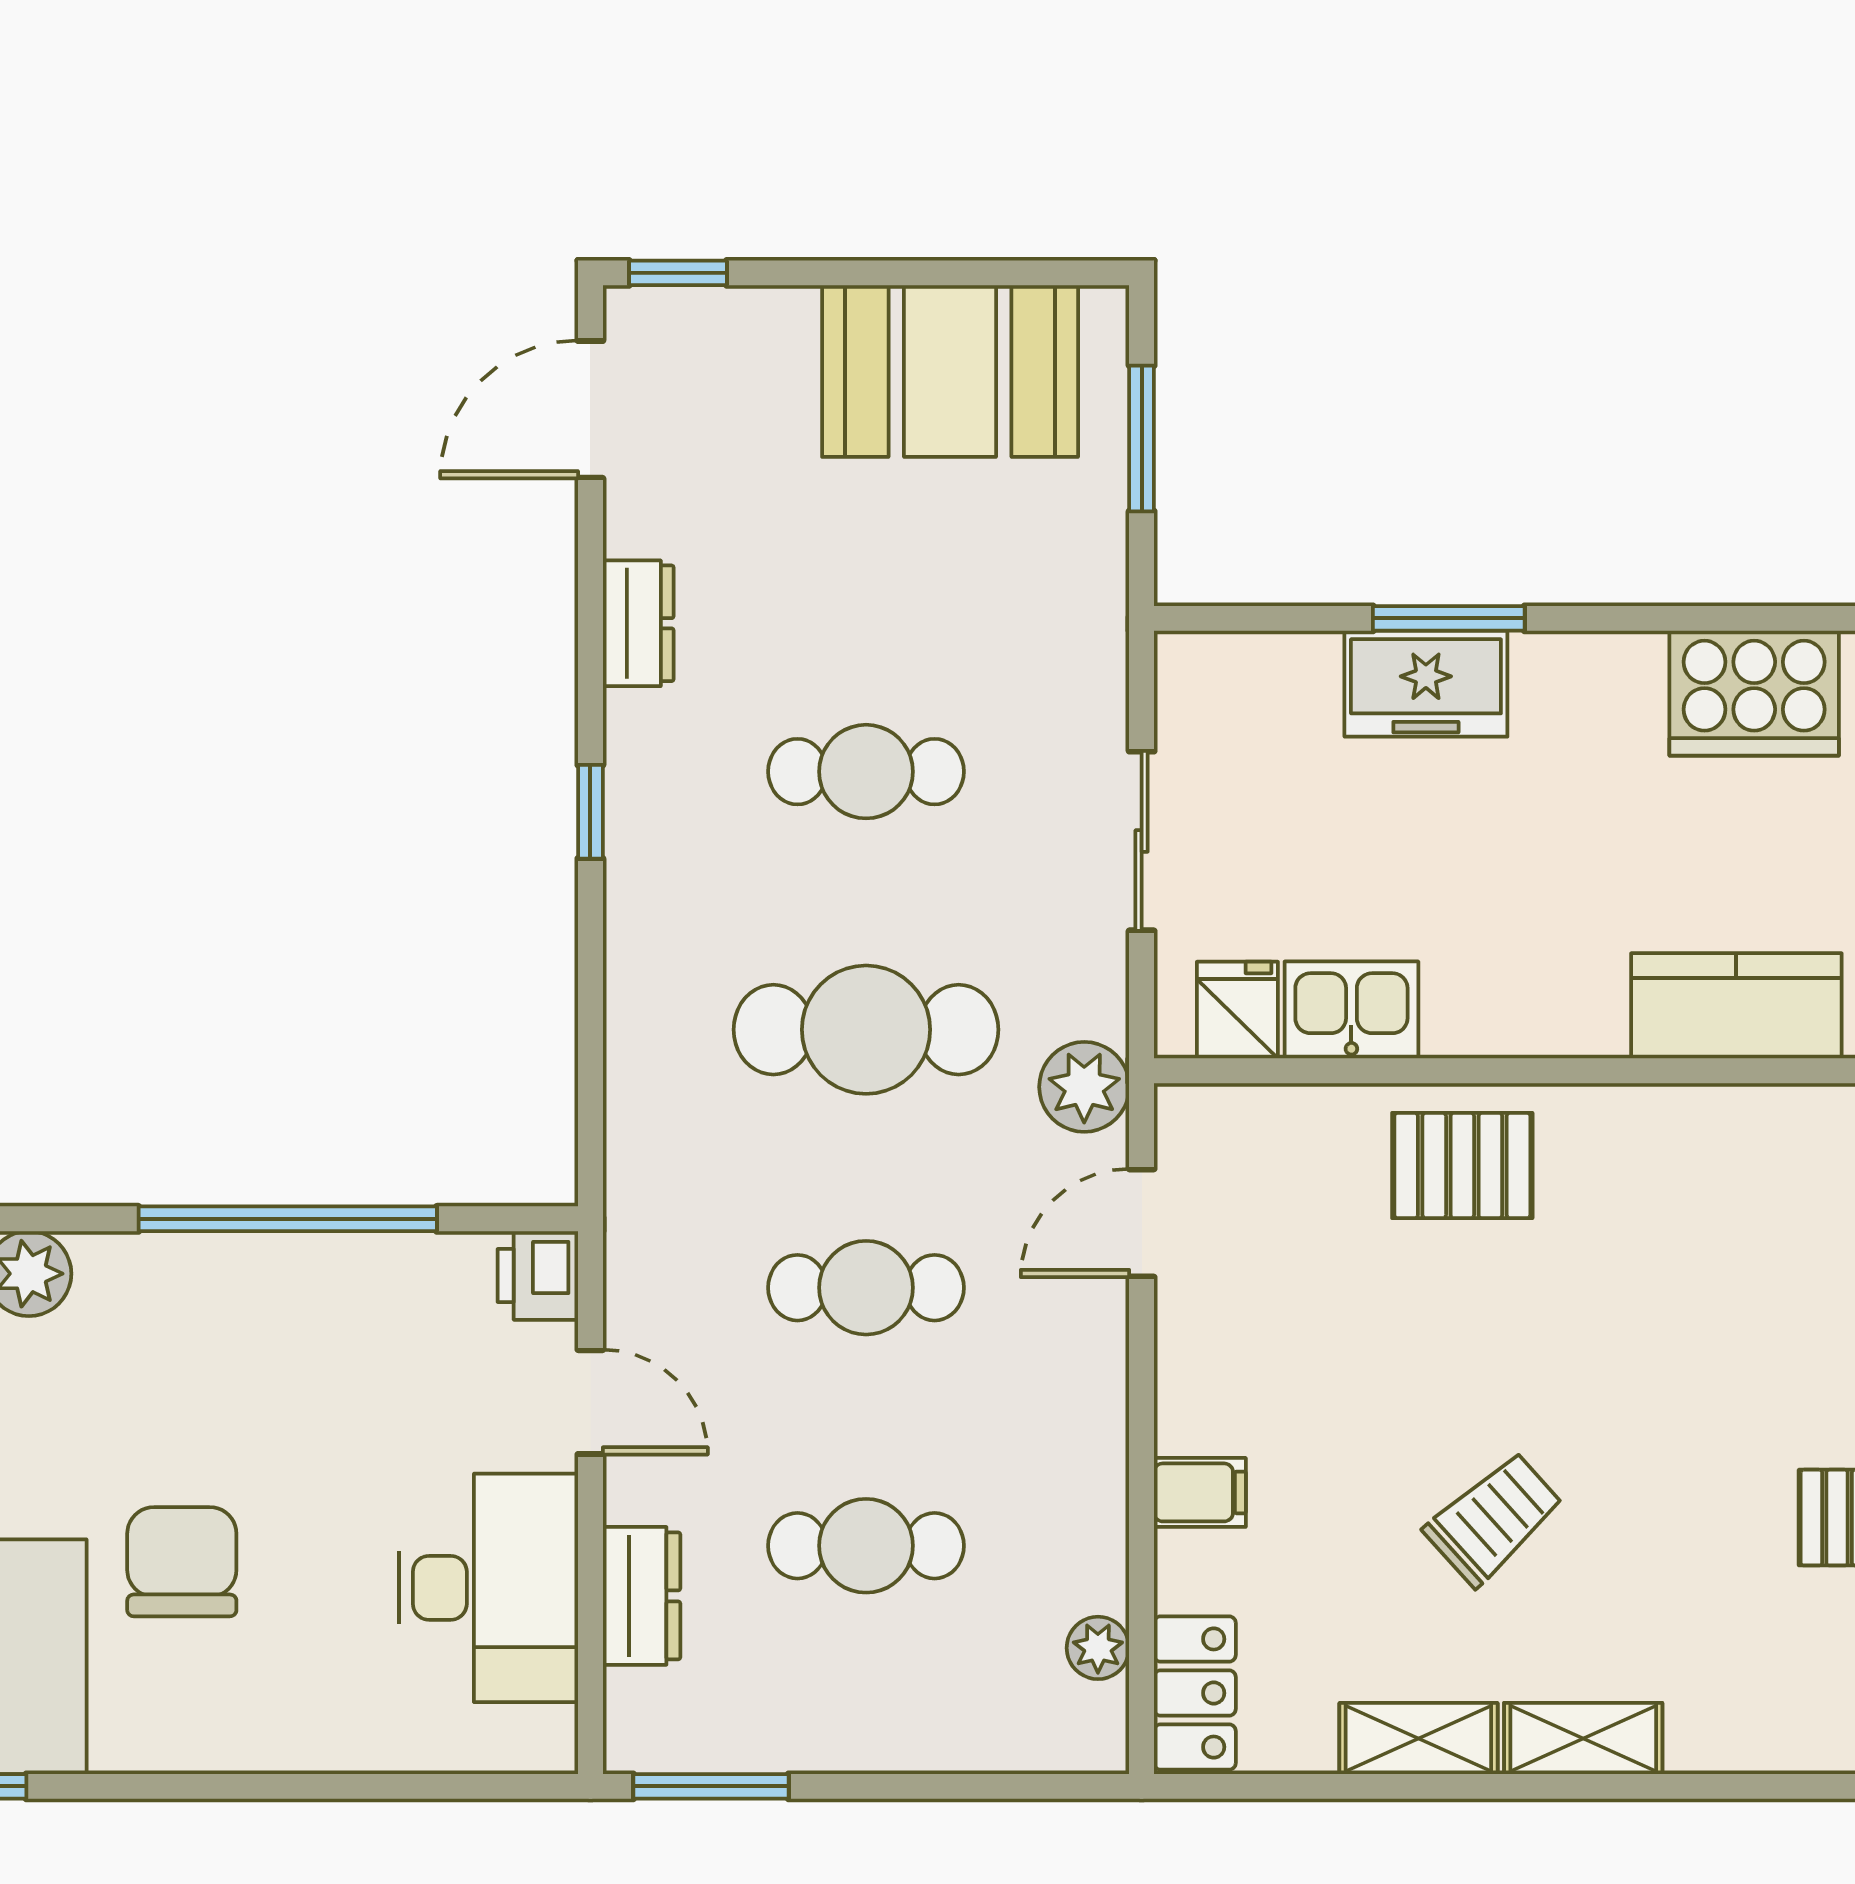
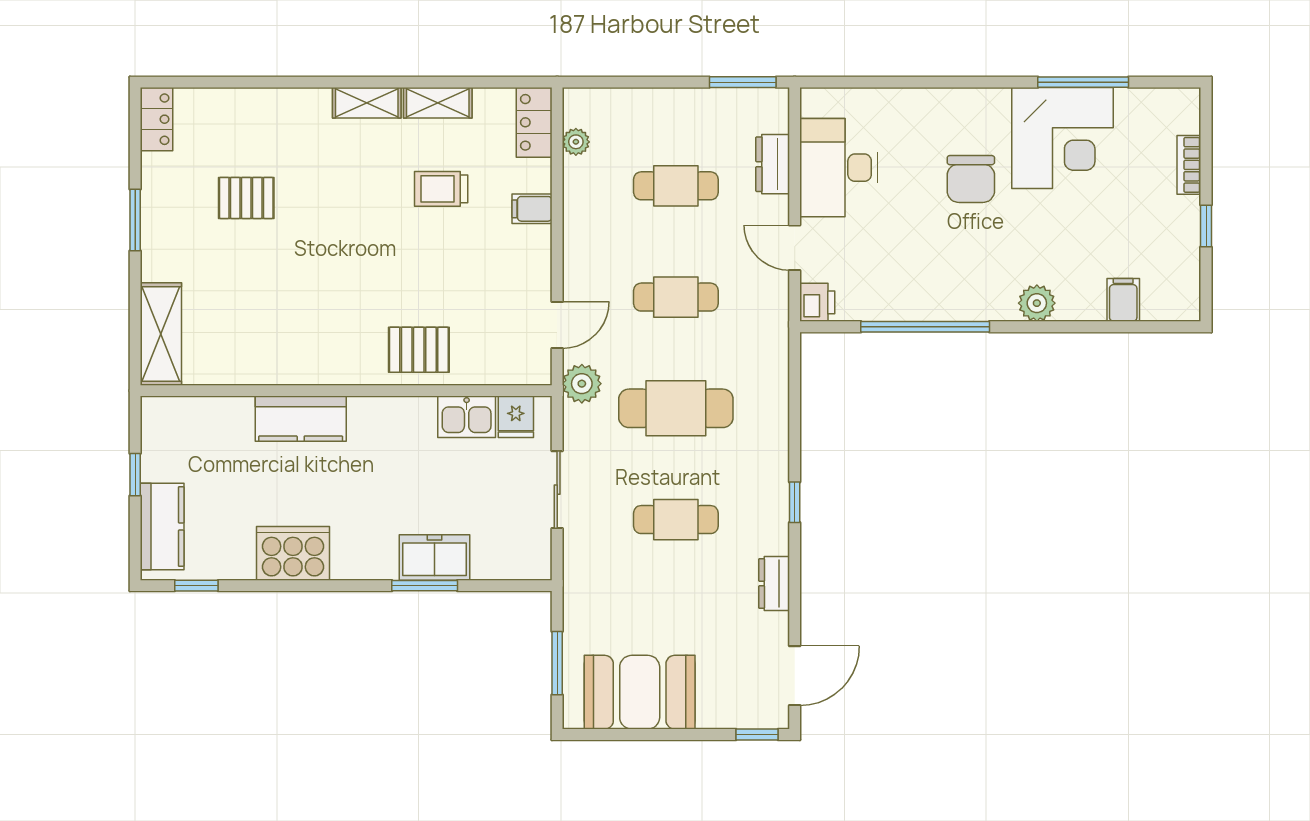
trolley: (1494, 1519) -> (441, 189), moved, turned 42

